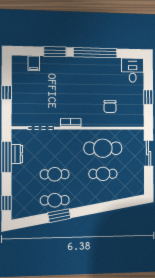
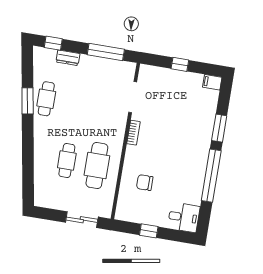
filing cabinet: (34, 63) -> (212, 82), moved
dresser: (17, 154) -> (68, 58), moved
cafe table: (55, 174) -> (76, 104), removed

